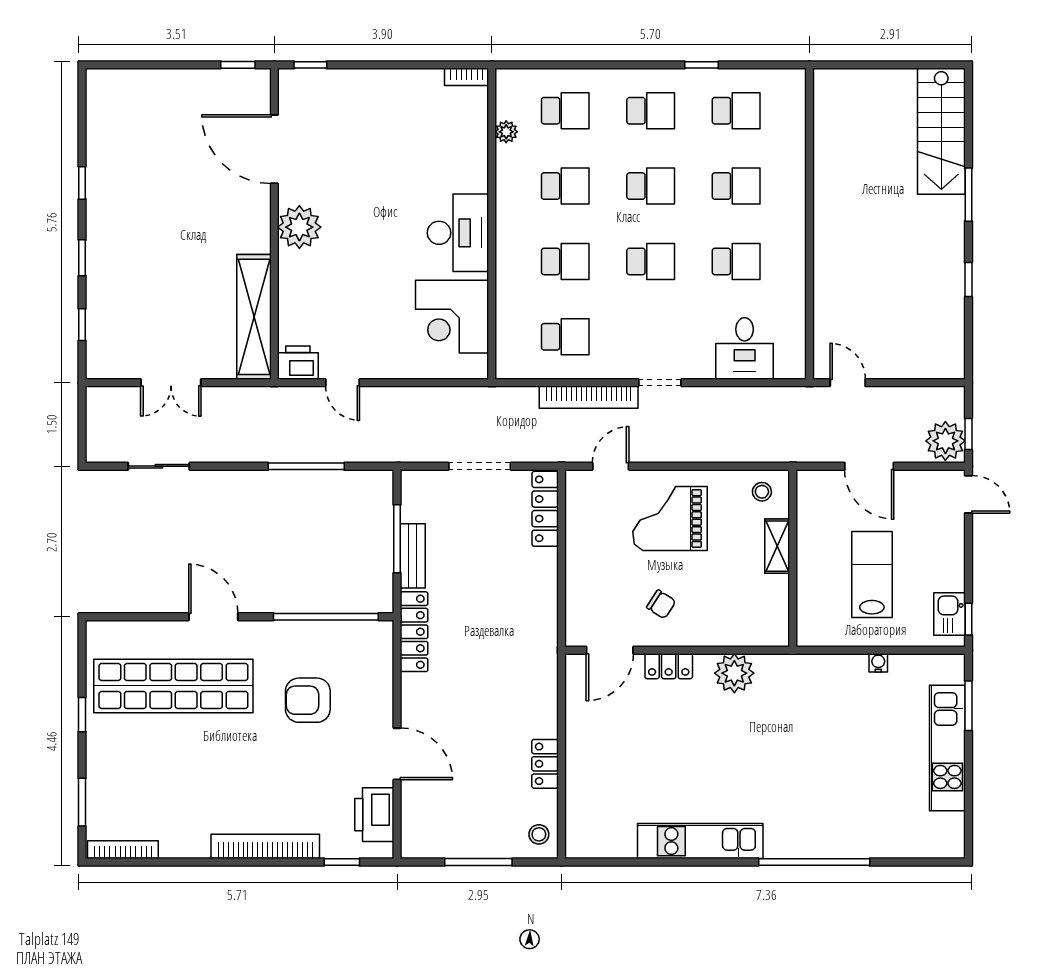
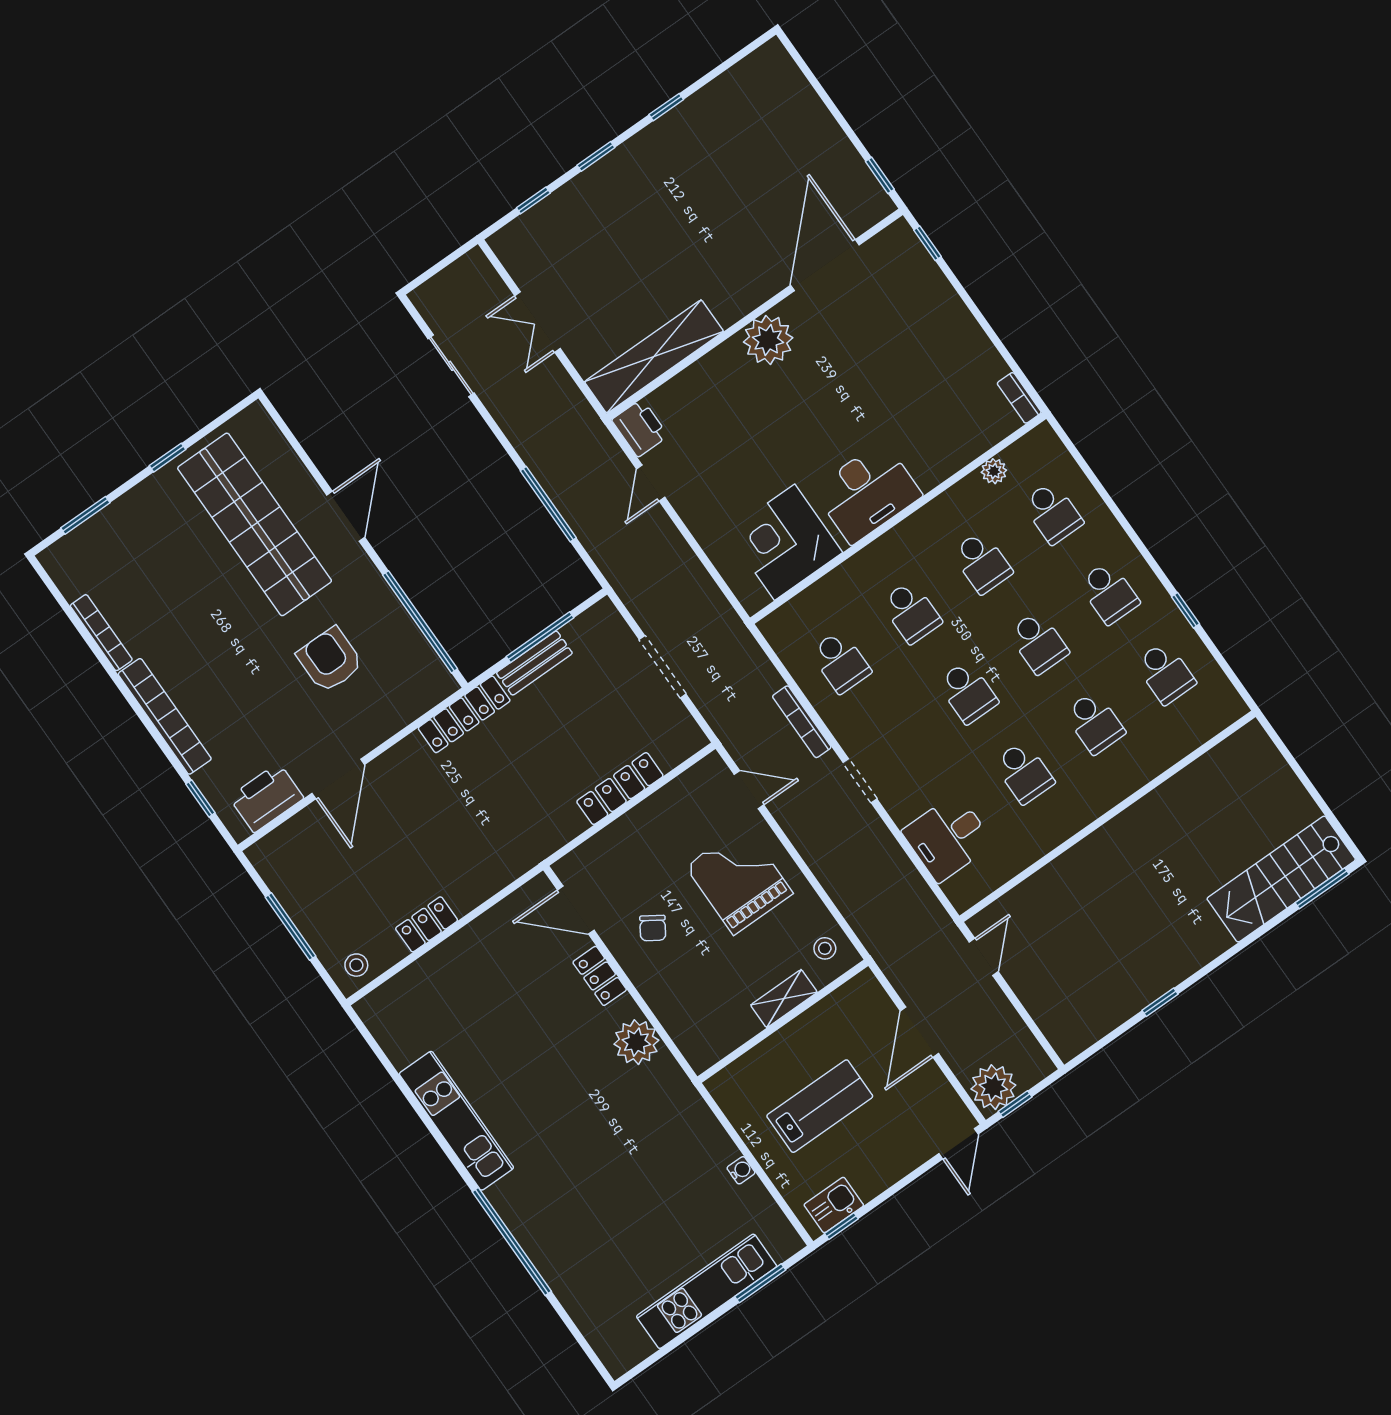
window: (968, 195) -> (1322, 888), moved
bookcase: (589, 397) -> (802, 722), width x0.68, depth x0.76
locker: (545, 509) -> (620, 789), moved
bookcase: (123, 850) -> (101, 633), moved

